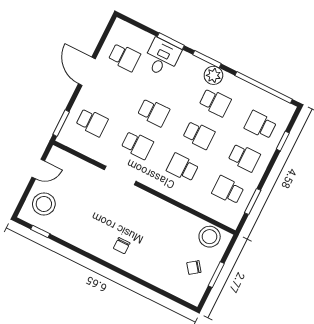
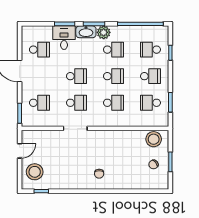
washbasin: (192, 64) -> (86, 32), added
school desk: (183, 168) -> (113, 103), turned 180

